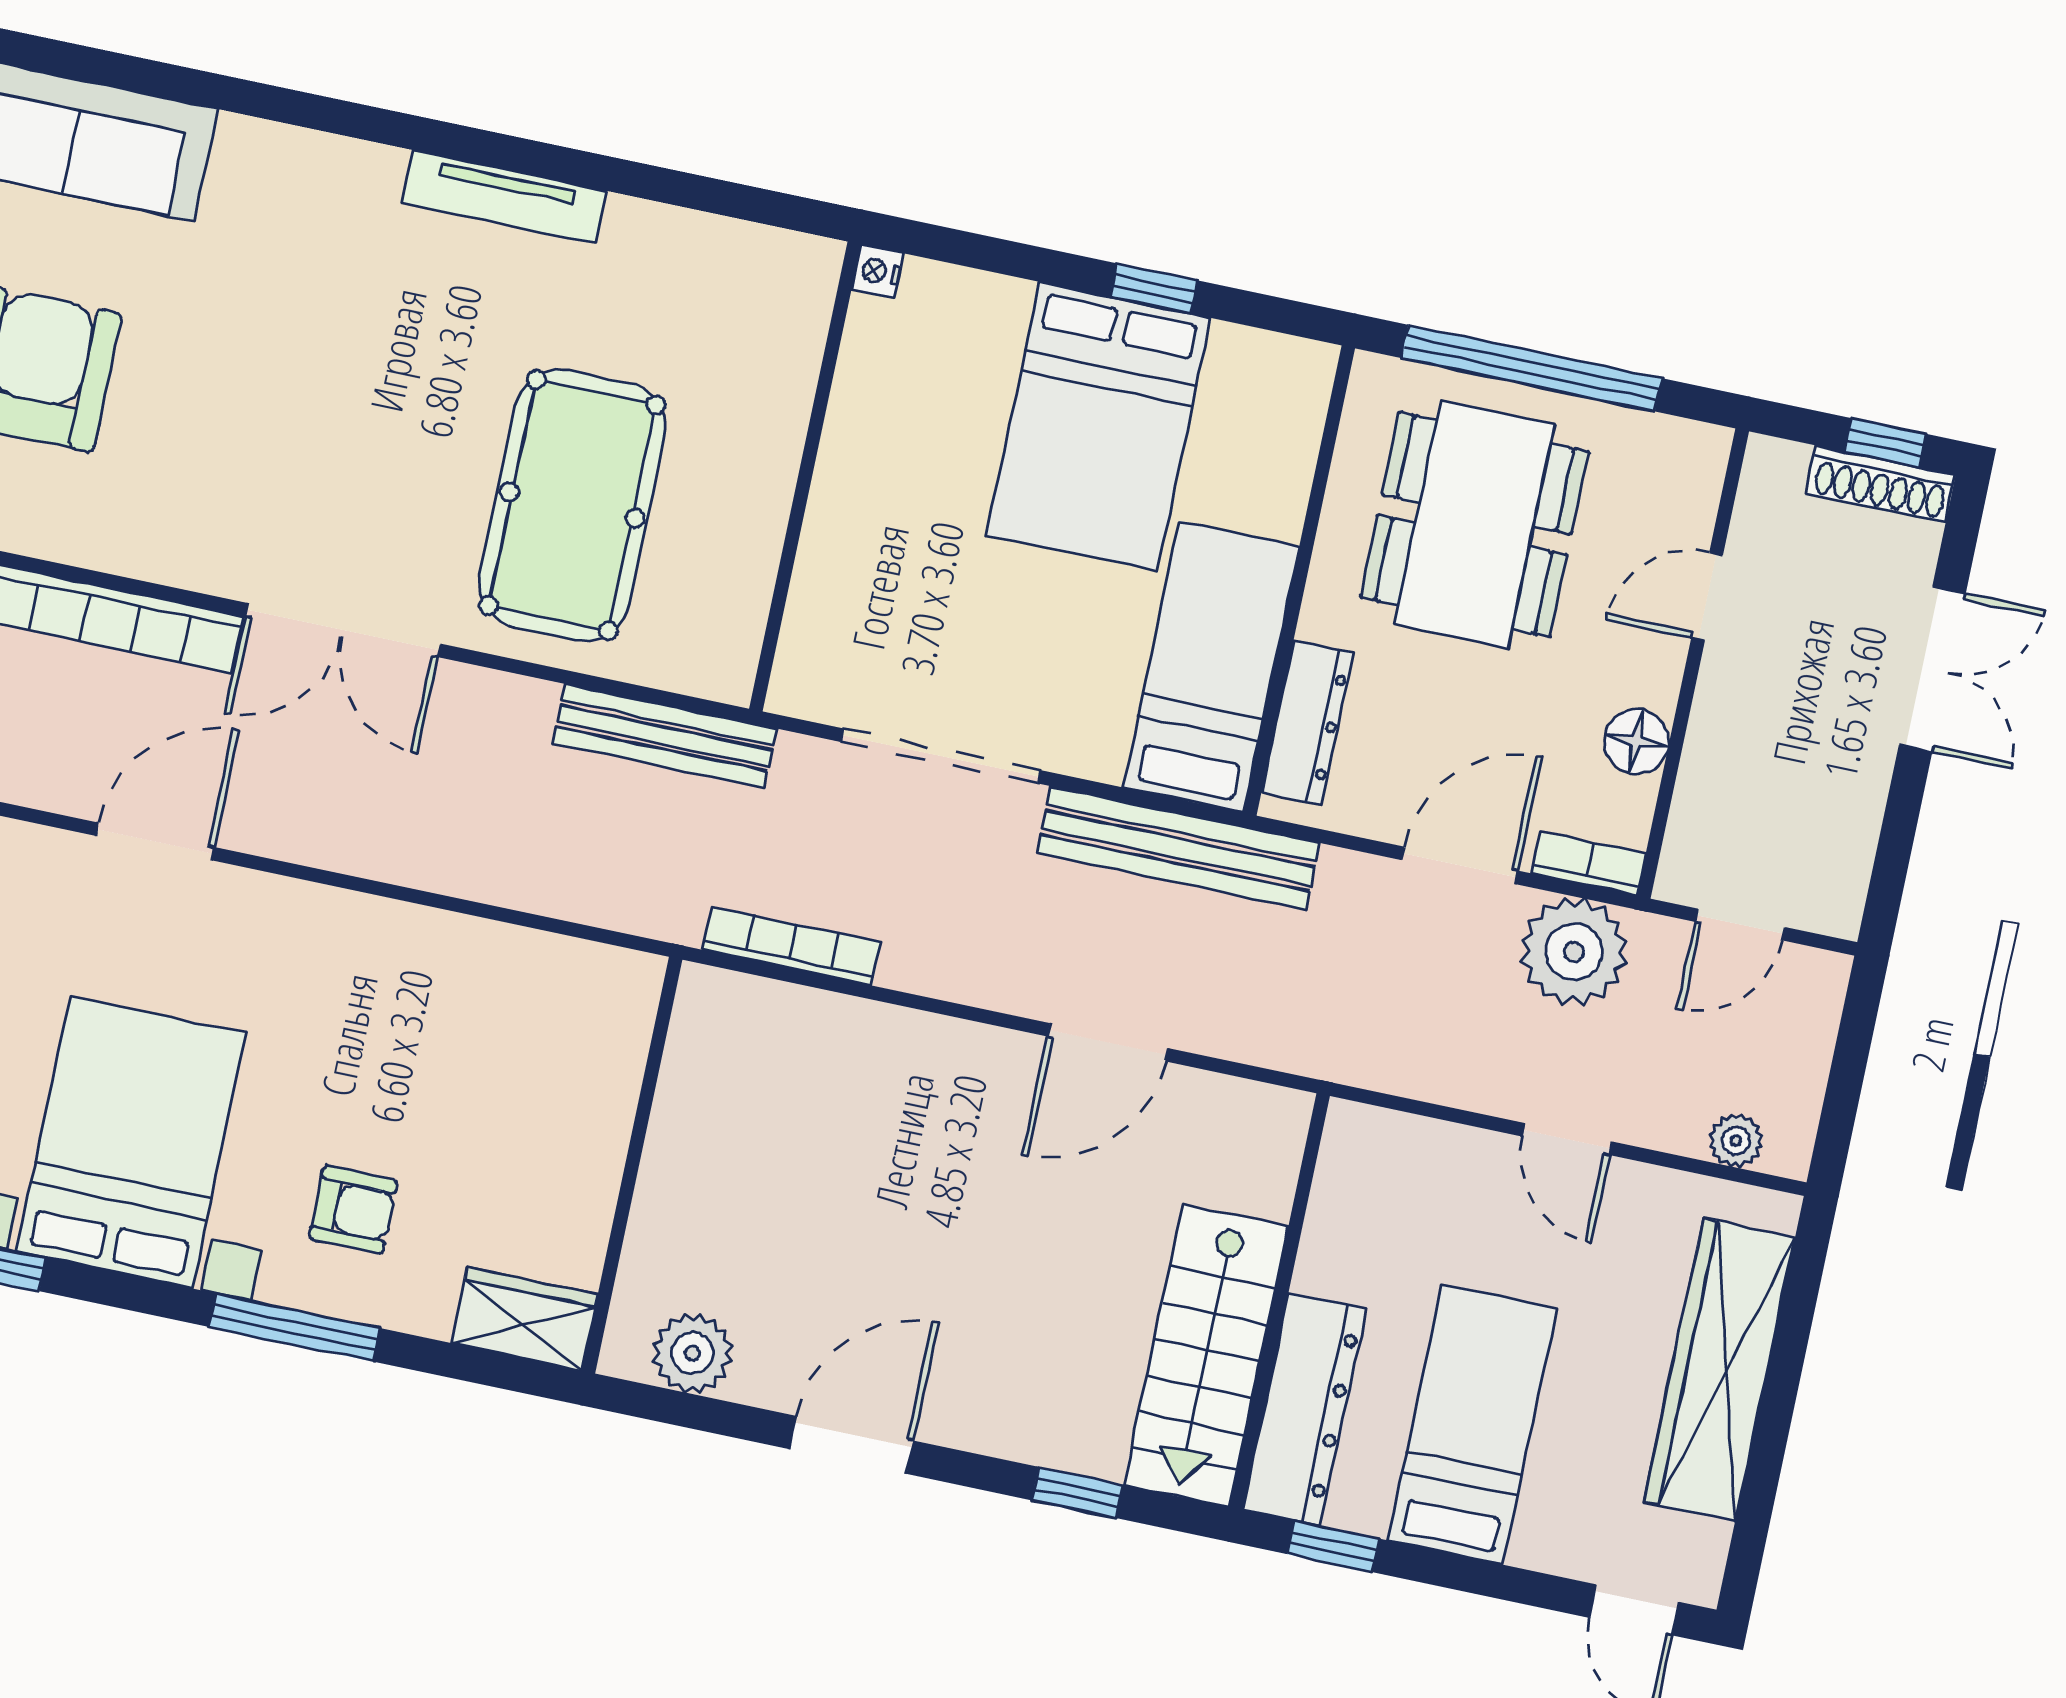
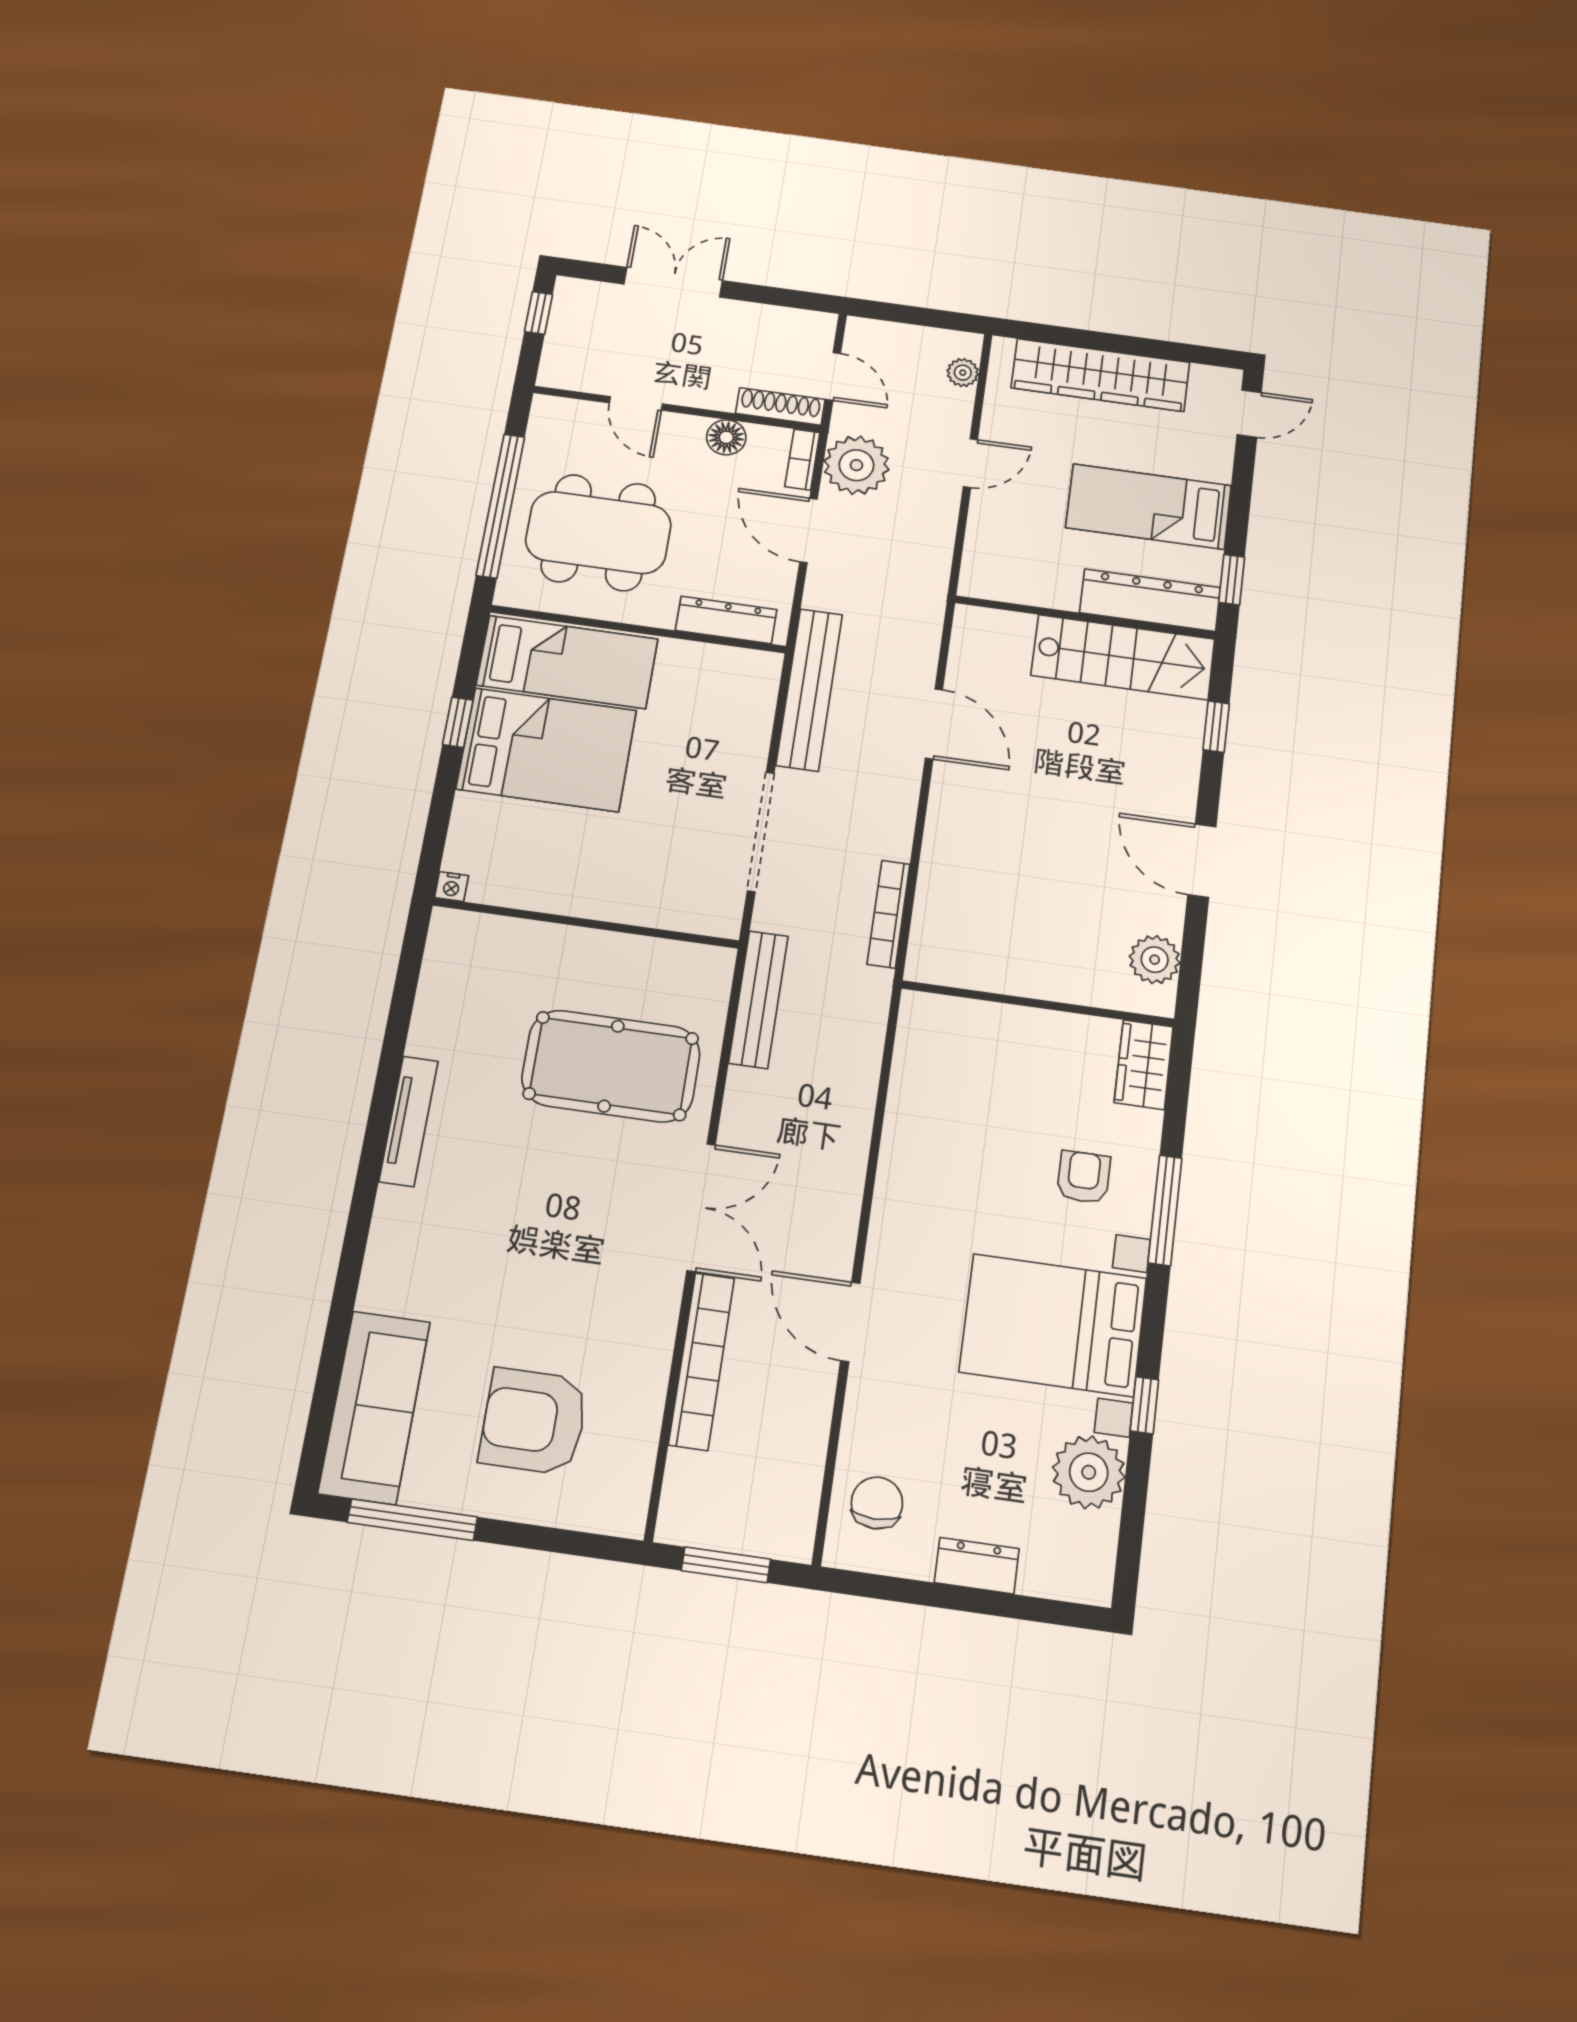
shoe rack: (1881, 484) -> (780, 406), moved, turned -90
bed: (1211, 667) -> (567, 662), moved, turned 180

